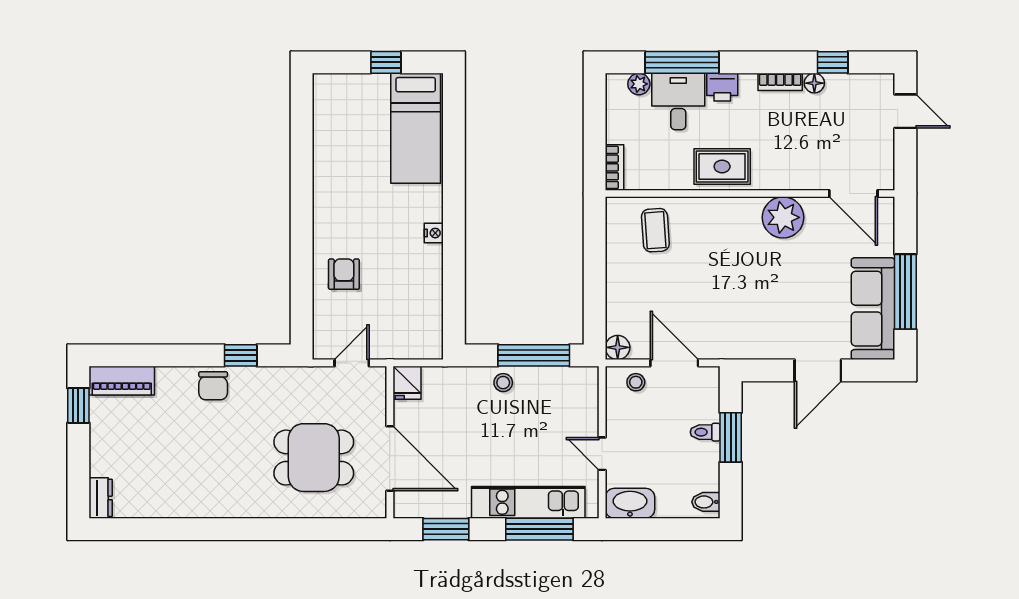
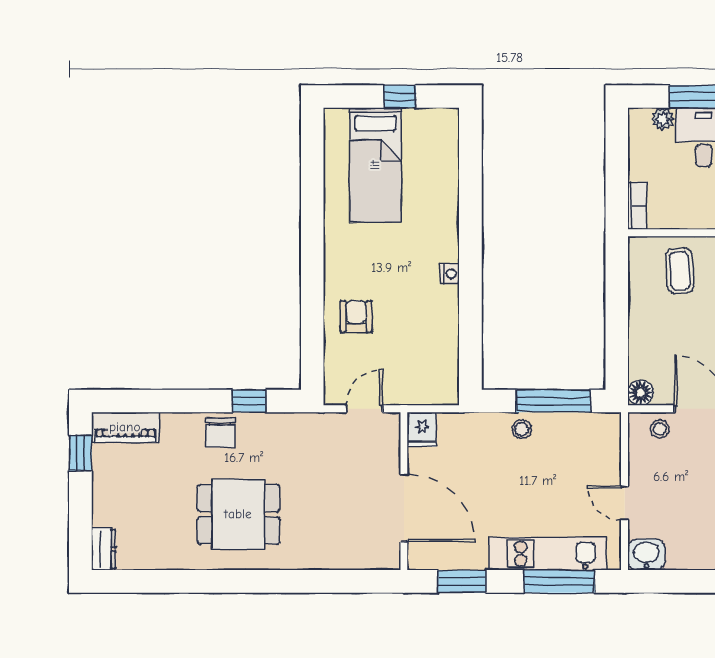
bed: (416, 128) -> (375, 165), moved
dining table: (314, 458) -> (238, 514), moved
washbasin: (630, 503) -> (646, 555), width x0.72

